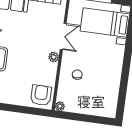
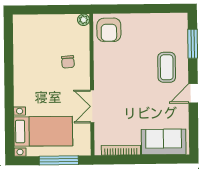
plant: (54, 57) -> (100, 79), removed

